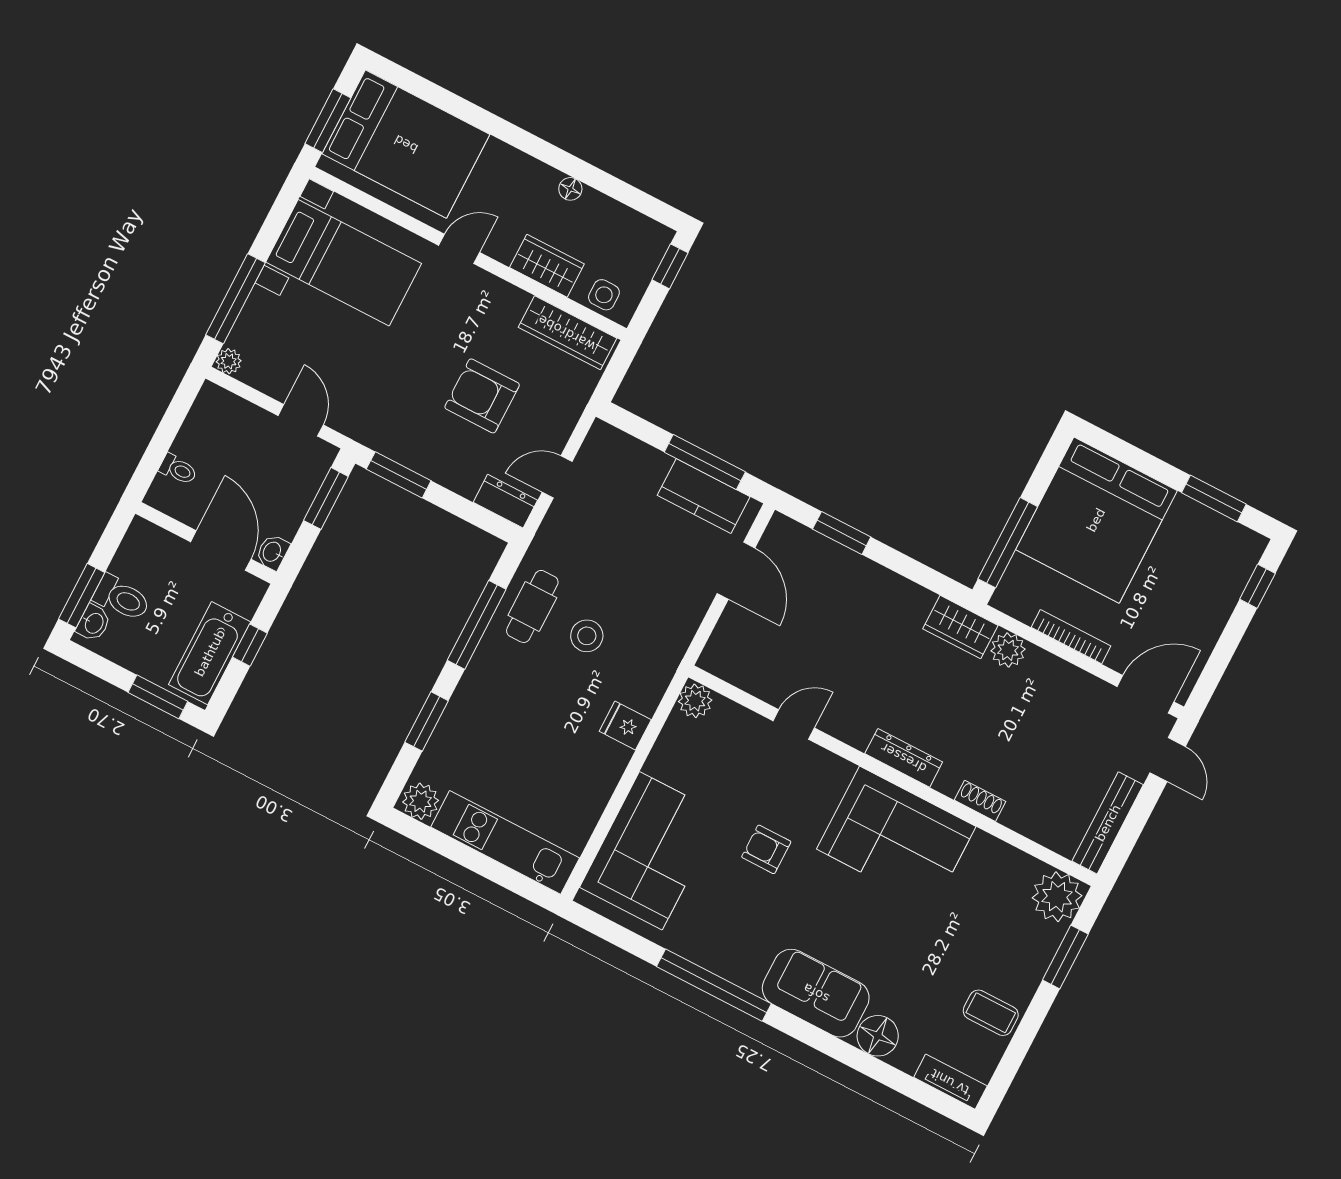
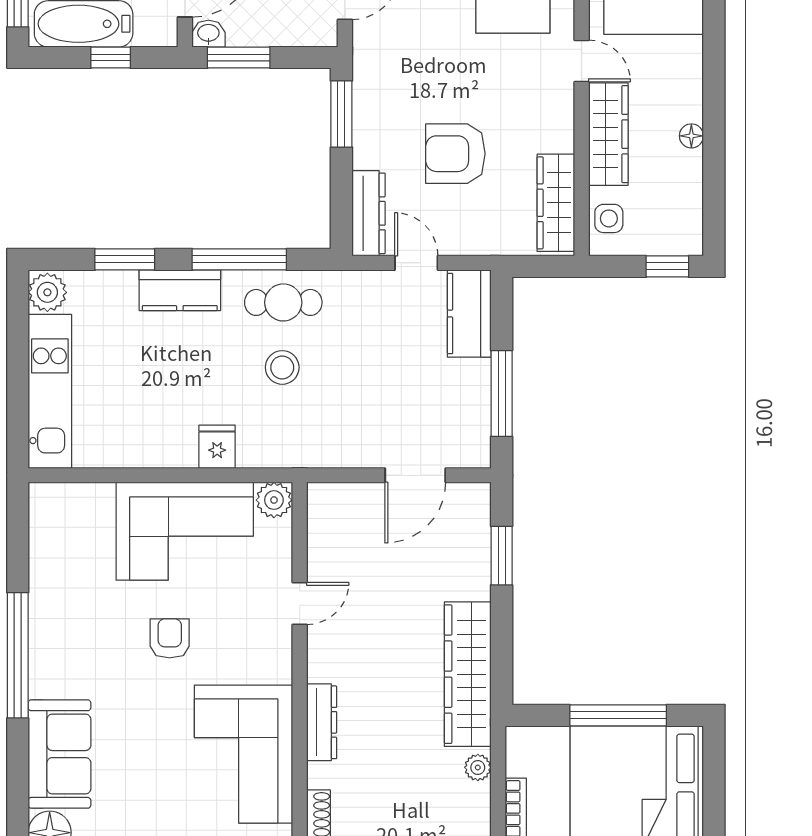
wardrobe: (547, 266) -> (608, 134), width x1.50
armchair: (482, 396) -> (455, 154), turned -90
kitchen counter: (704, 496) -> (469, 314), moved
window: (326, 498) -> (239, 57), moved
dresser: (505, 501) -> (369, 213), width x1.44
window: (1008, 543) -> (618, 715), moved
wardrobe: (960, 627) -> (468, 674), width x2.10, depth x1.17
plant: (1008, 650) -> (478, 767), width x0.73, depth x0.73
kitchen counter: (477, 689) -> (180, 290), added
door: (794, 724) -> (300, 603), hinge flipped
corner sofa: (651, 851) -> (185, 531), moved

